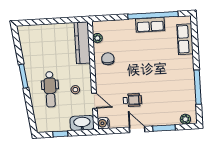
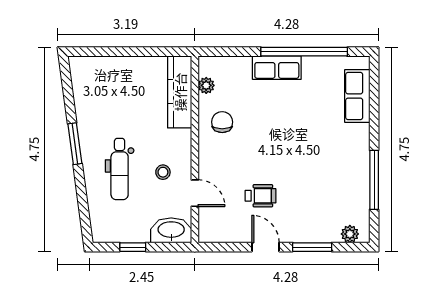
row of seats: (150, 25) -> (277, 68), moved
water cooler: (103, 123) -> (208, 233), removed

